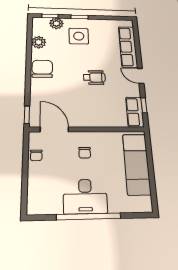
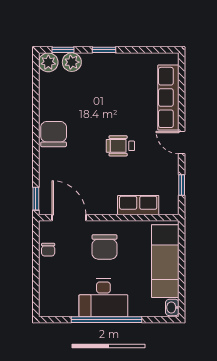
side table: (79, 36) -> (102, 82), removed
plant: (39, 42) -> (48, 62), moved
wheelchair: (94, 77) -> (120, 146), turned 180
row of seats: (135, 112) -> (138, 205), moved, turned 90
chair: (85, 153) -> (104, 247), width x1.87, depth x1.87
washbasin: (146, 204) -> (172, 307), added

